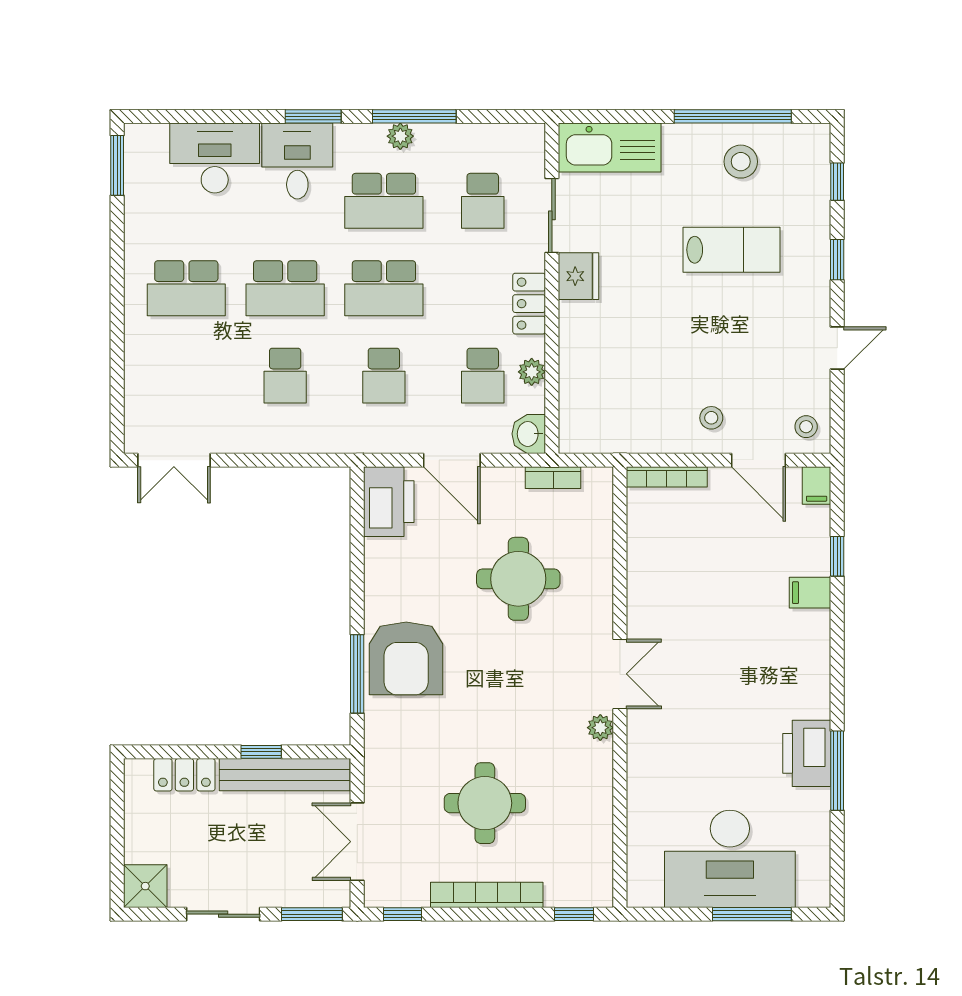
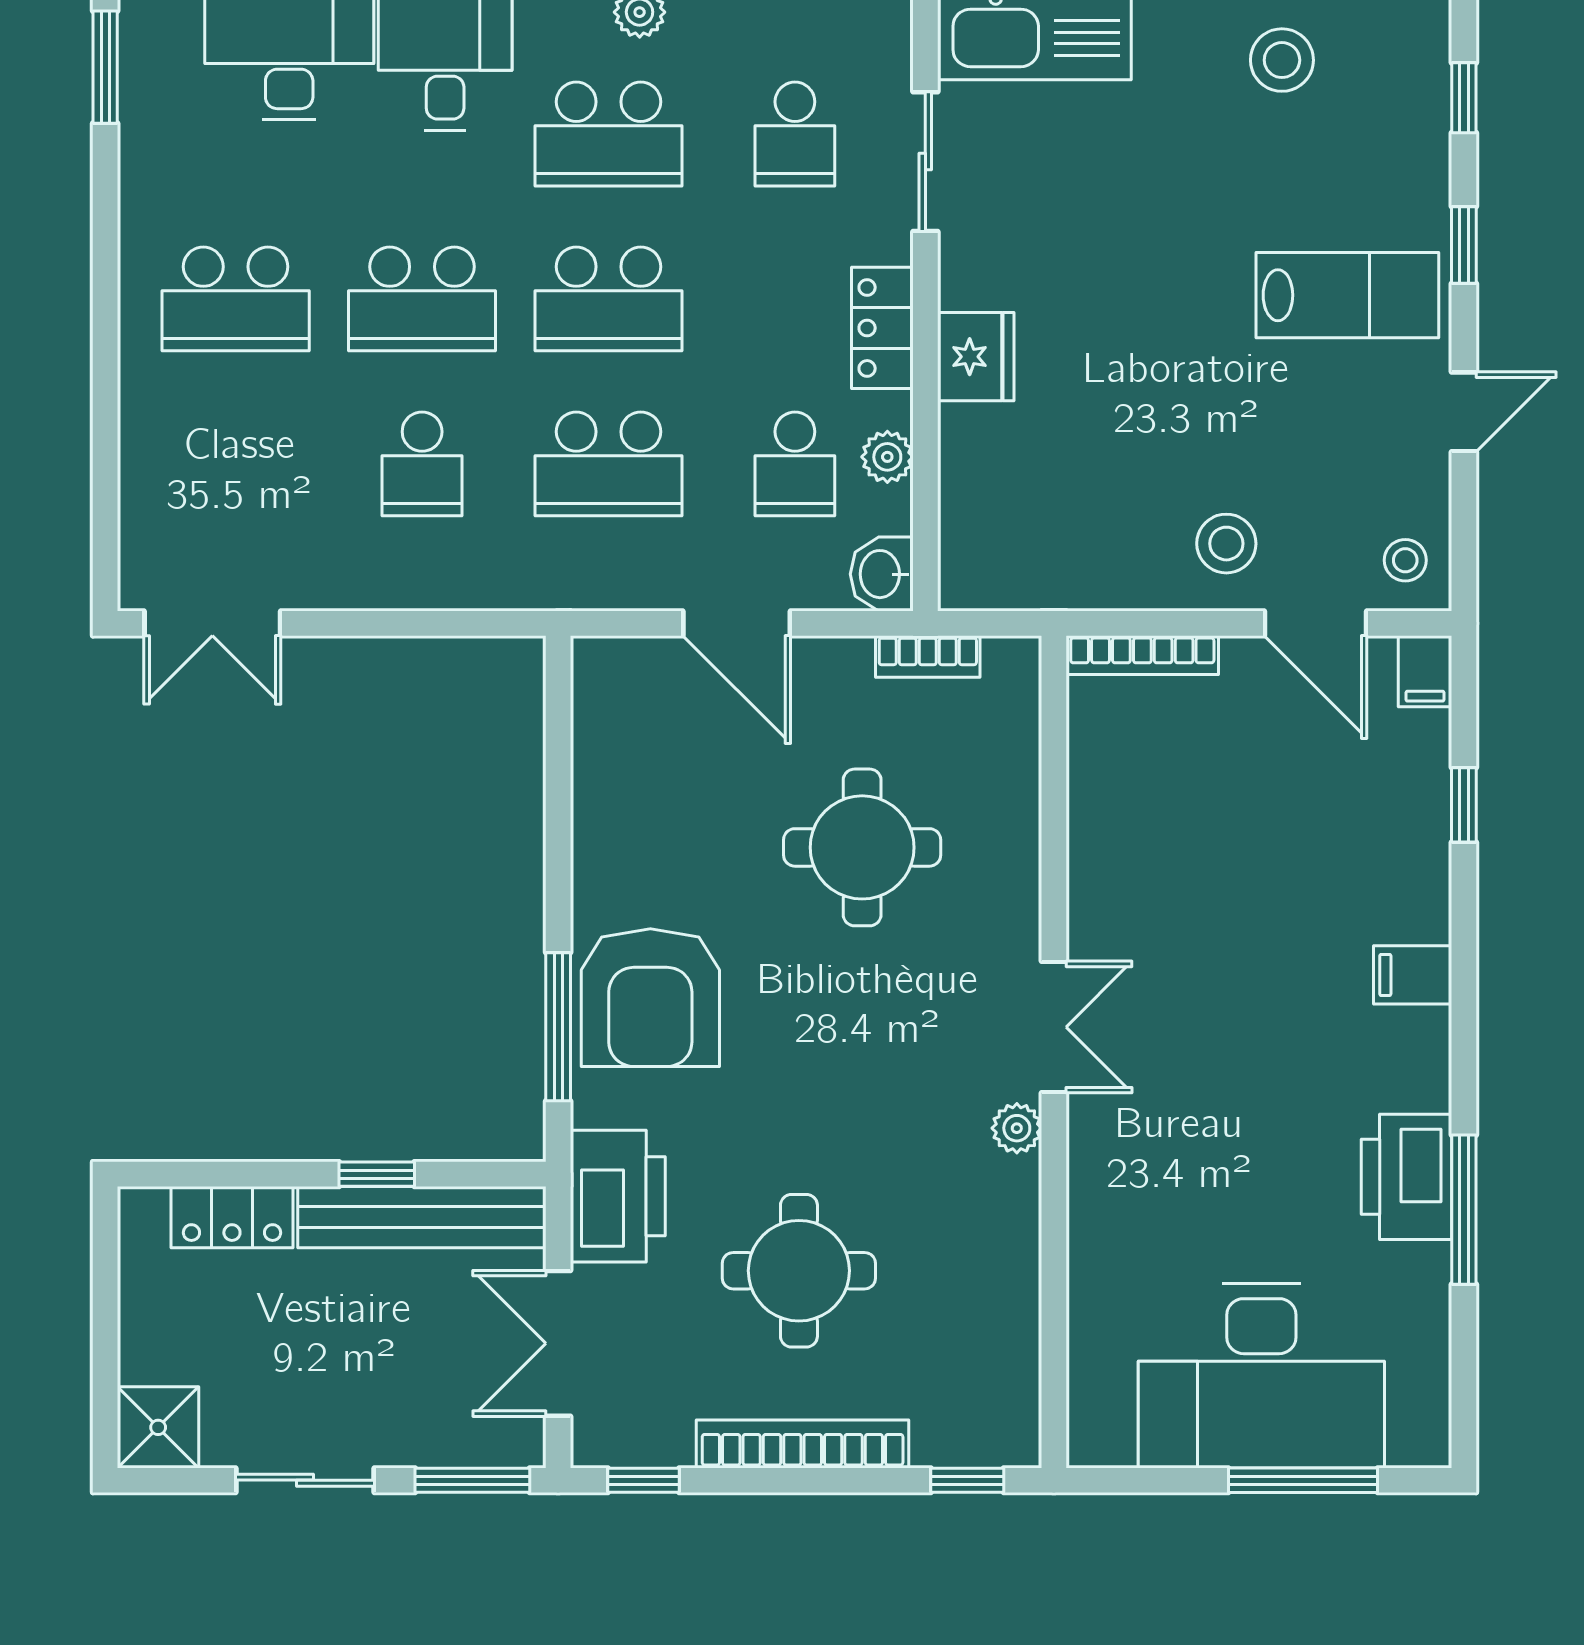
lab bench: (732, 250) -> (1347, 295), moved
fridge: (578, 276) -> (976, 357), moved
school desk: (384, 376) -> (608, 464), width x1.85
stool: (711, 418) -> (1226, 544), width x1.37, depth x1.37
printer: (389, 502) -> (618, 1196), moved
filing cabinet: (810, 593) -> (1413, 975), moved

